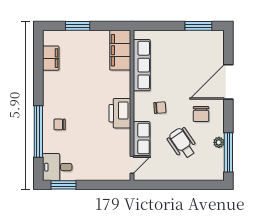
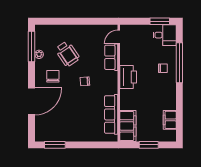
filing cabinet: (120, 50) -> (128, 126), moved
row of seats: (142, 65) -> (111, 114), moved
wall: (132, 105) -> (119, 83), moved
printer: (120, 113) -> (128, 77), moved
row of seats: (142, 139) -> (111, 57), moved
door: (132, 165) -> (119, 37), moved

